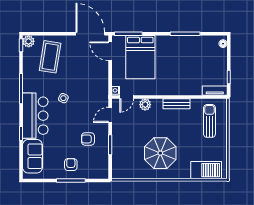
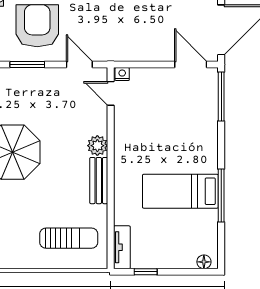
door: (110, 51) -> (191, 65), hinge flipped
bed: (140, 57) -> (180, 191), moved, width x0.67
plant: (145, 105) -> (97, 146), moved
armchair: (88, 139) -> (37, 26), width x1.88, depth x1.88

